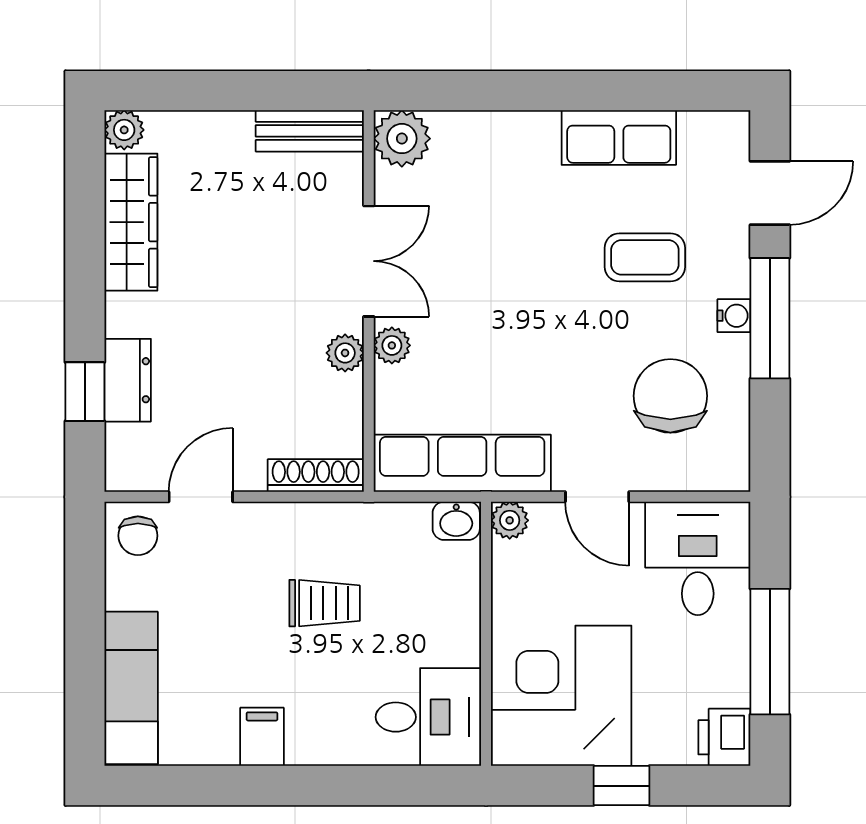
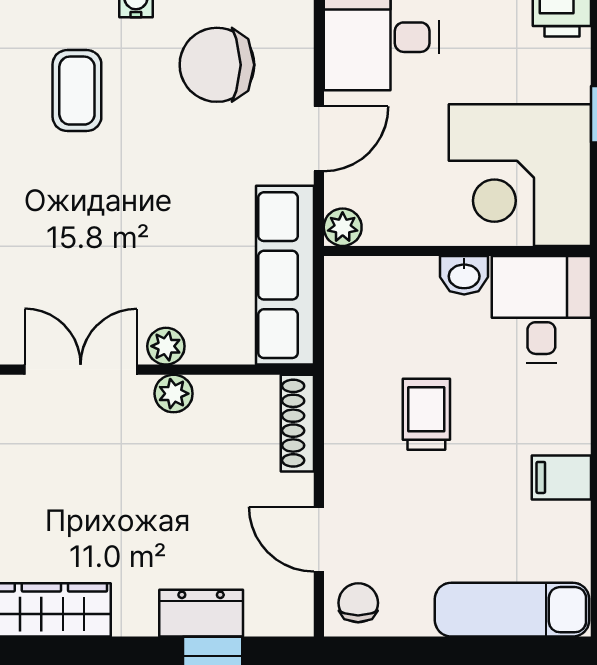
washbasin: (456, 521) -> (464, 275), moved, turned 90
chair: (138, 536) -> (358, 603), turned -90

